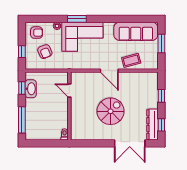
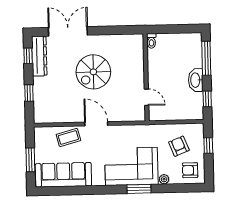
washbasin: (31, 89) -> (196, 80), moved

